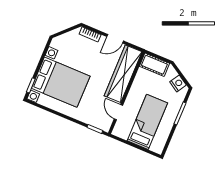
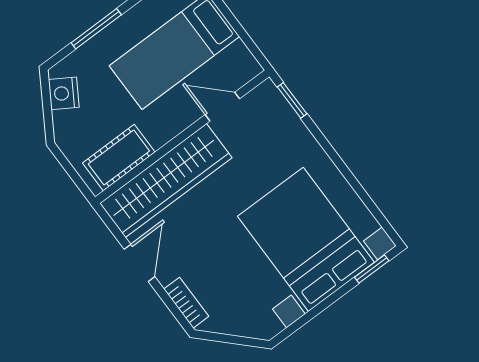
door: (115, 39) -> (140, 263), hinge flipped
cot: (154, 65) -> (119, 158), moved, turned 90
door: (118, 112) -> (222, 107), swing flipped

